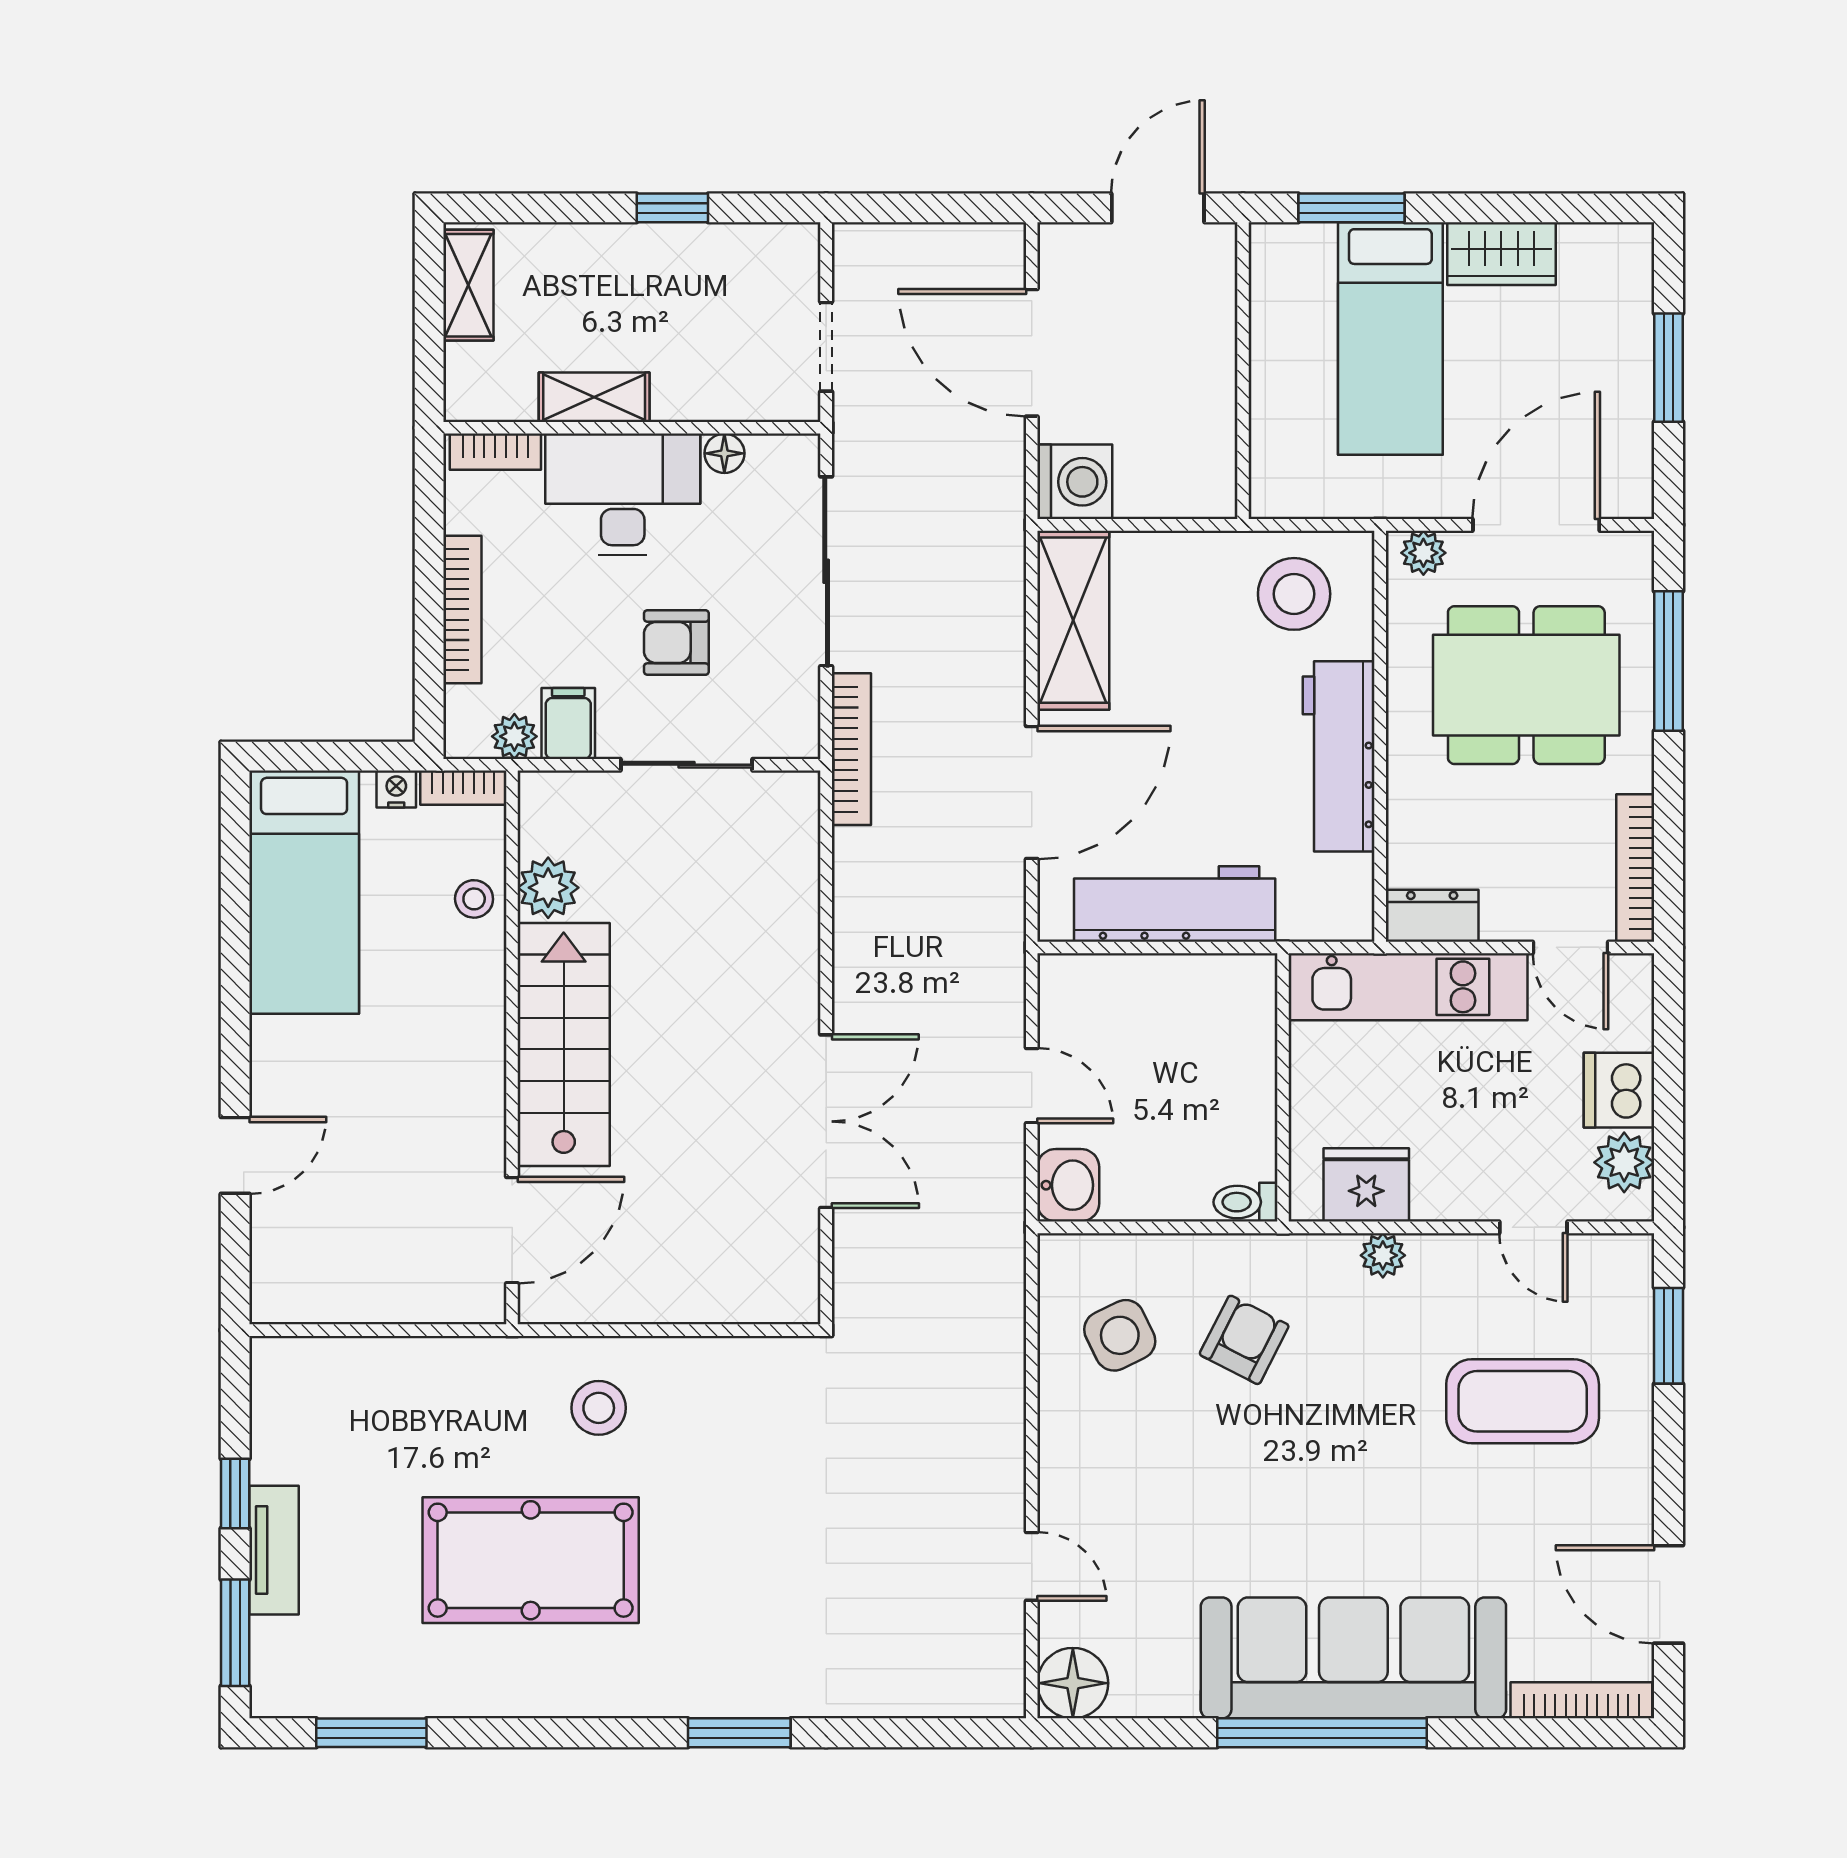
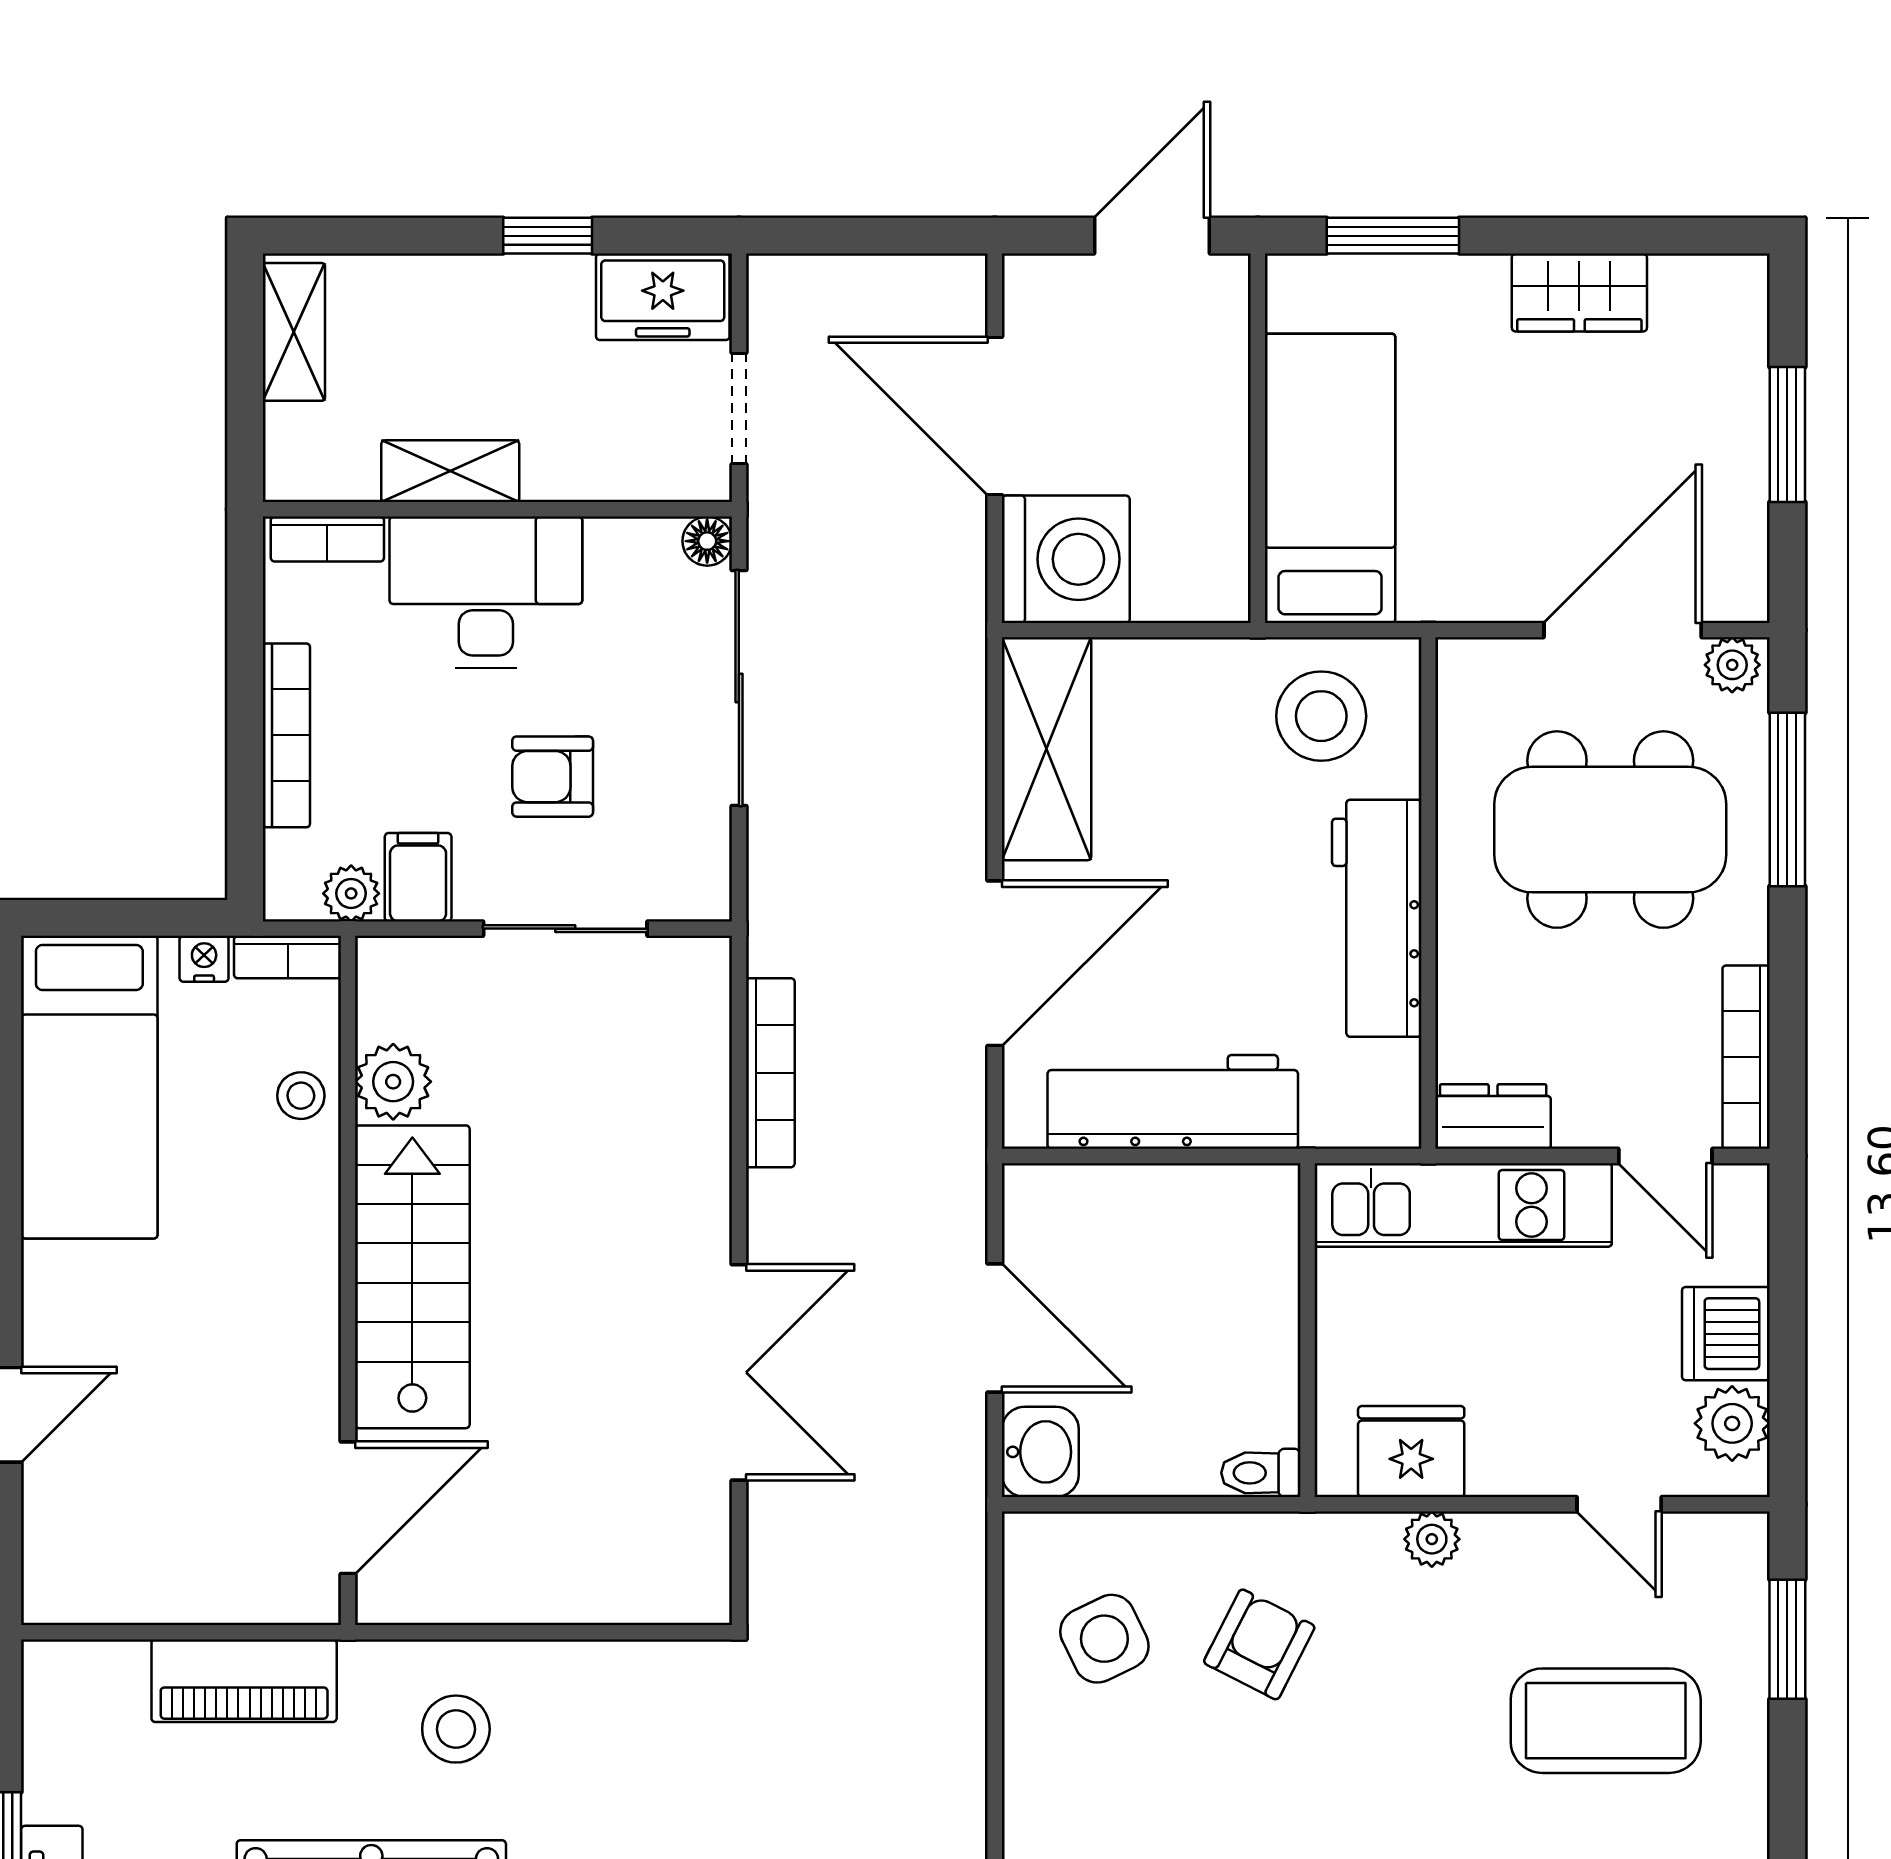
freezer: (765, 257) -> (663, 297), added
bed: (1390, 338) -> (1330, 478), moved, turned 180
floor lamp: (724, 453) -> (707, 541), moved
washing machine: (1075, 482) -> (1066, 559), width x1.37, depth x1.37
plant: (1423, 553) -> (1732, 665), moved
bookcase: (851, 749) -> (770, 1073), moved
door: (1032, 1086) -> (995, 1328), width x1.38
piano: (428, 1369) -> (244, 1681), added

